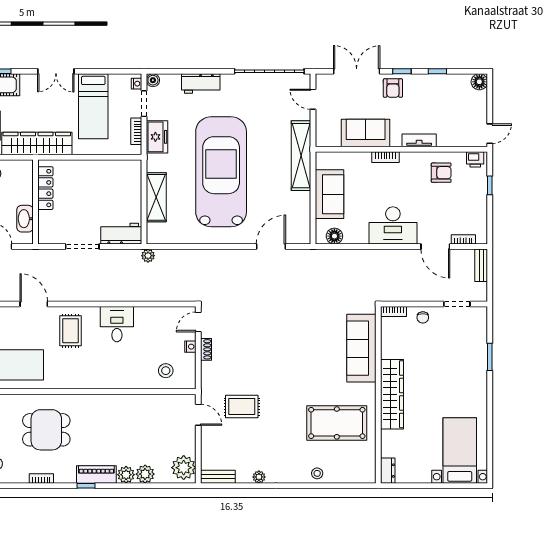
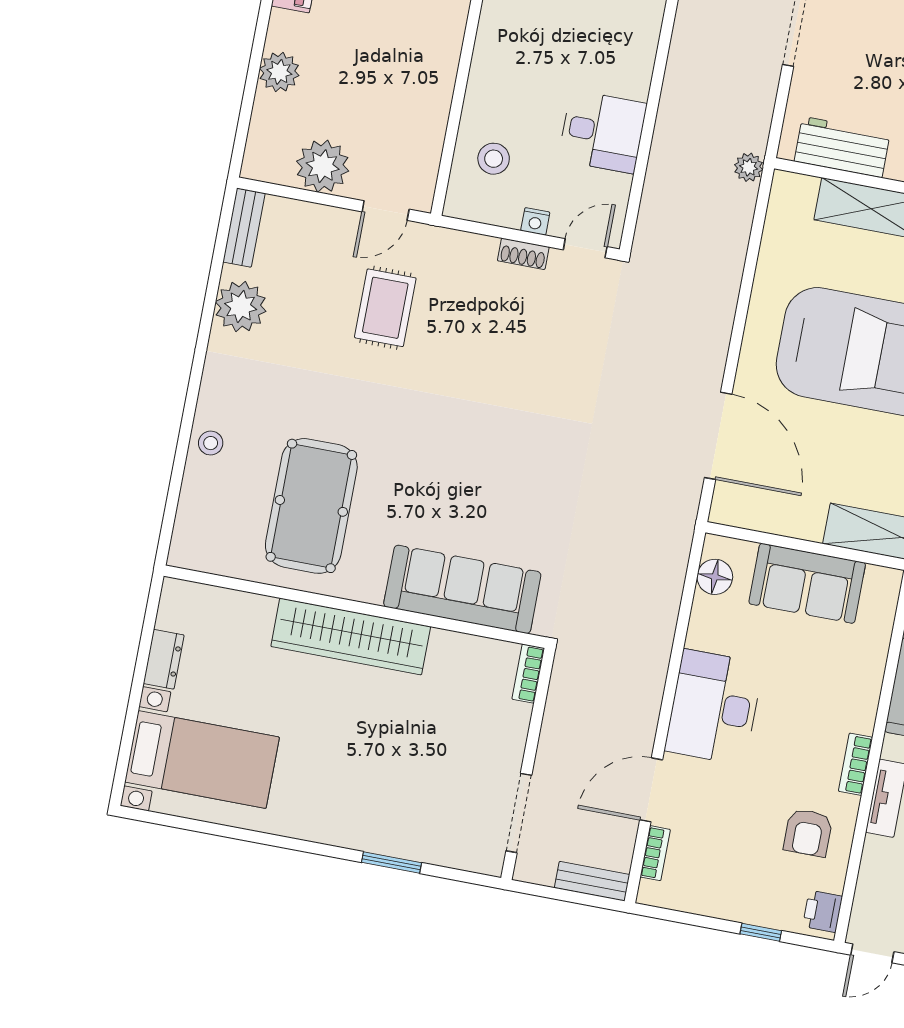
door: (490, 134) -> (872, 953), hinge flipped
bookcase: (385, 157) -> (856, 764), moved
workbench: (121, 234) -> (842, 147), moved, turned -90
door: (271, 247) -> (718, 436), width x1.36
doorway: (457, 304) -> (519, 813), width x1.38
chair: (423, 317) -> (504, 734), removed
door: (198, 322) -> (585, 248), hinge flipped
desk: (117, 324) -> (602, 132), moved
plant: (184, 468) -> (323, 166), moved
dresser: (388, 471) -> (164, 659), moved, turned -90
plant: (126, 475) -> (286, 31), removed
plant: (259, 477) -> (241, 307), width x1.88, depth x1.88

